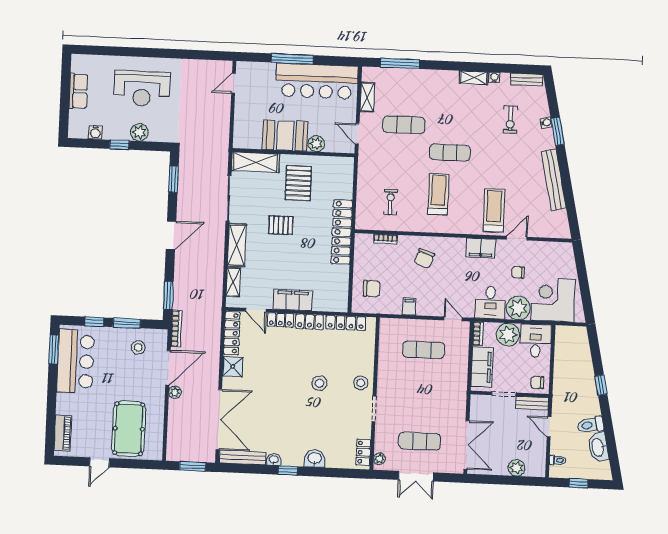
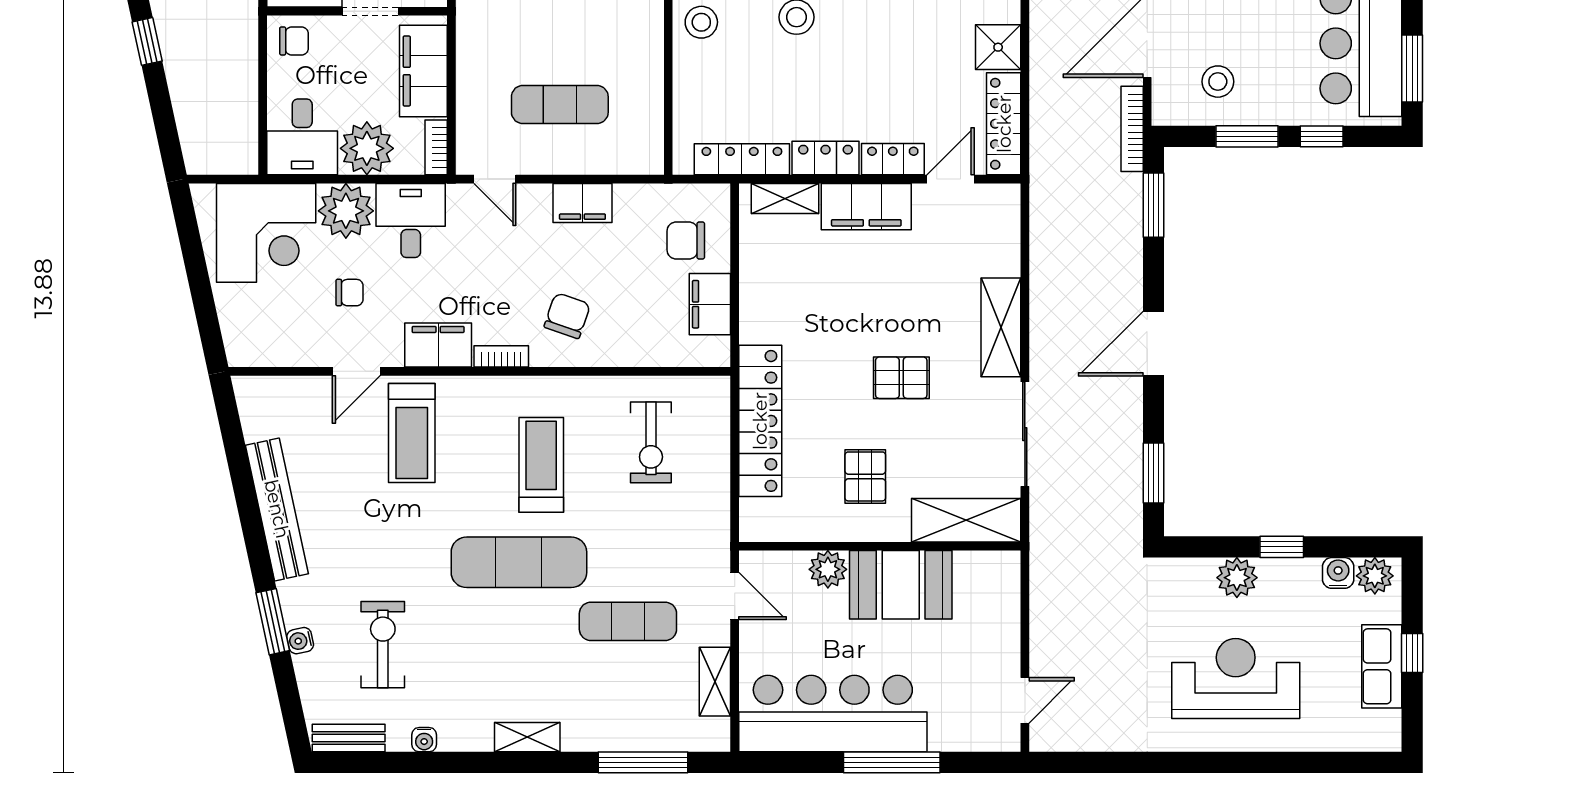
shelving: (474, 78) -> (527, 737), moved
window: (65, 96) -> (1412, 653), added
exercise bike: (510, 119) -> (383, 645), width x1.38, depth x1.39
plant: (80, 130) -> (1375, 576), added
exercise mat: (450, 152) -> (519, 562), width x1.36, depth x1.45
pallet: (298, 183) -> (865, 476), width x0.67, depth x0.71
treadmill: (438, 194) -> (541, 465), turned 180
exercise bike: (390, 202) -> (651, 442), width x1.38, depth x1.39
locker: (342, 232) -> (760, 421), moved
bookcase: (385, 239) -> (501, 356), moved
filing cabinet: (362, 261) -> (710, 304), added
shelving: (233, 282) -> (785, 198), moved, turned 90
filing cabinet: (409, 307) -> (582, 203), width x2.00
door: (256, 310) -> (951, 179), hinge flipped

